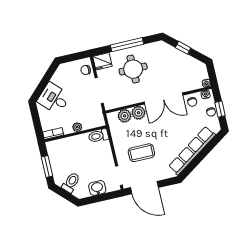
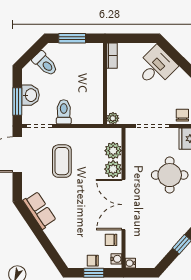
plant: (77, 127) -> (113, 118), moved
toilet: (98, 136) -> (64, 112), moved
row of seats: (192, 151) -> (40, 210), width x0.50
window: (104, 197) -> (17, 101), added

